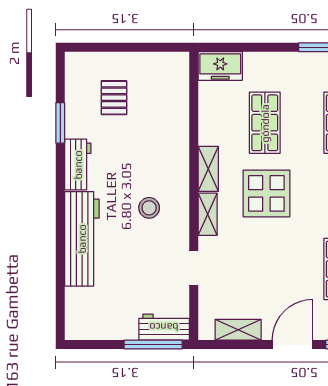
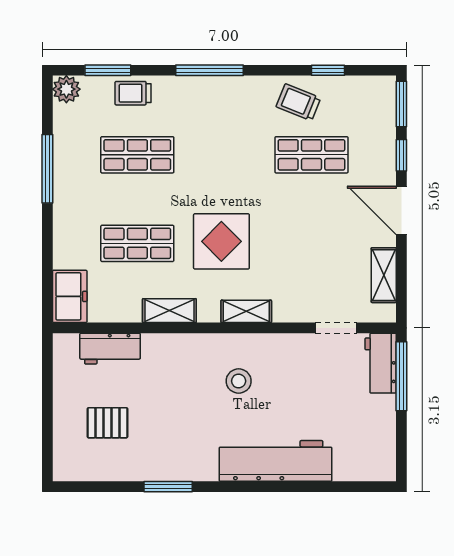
window: (60, 123) -> (168, 487), moved
workbench: (78, 165) -> (110, 349), moved, turned 180
shelving: (208, 169) -> (169, 311), moved
doorway: (194, 268) -> (336, 328), moved

